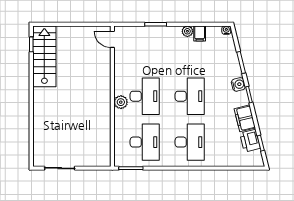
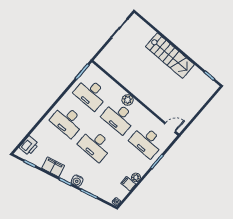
desk: (145, 50) -> (147, 141), added
stairs: (44, 56) -> (170, 56), moved
printer: (250, 141) -> (29, 146), moved, turned 104

